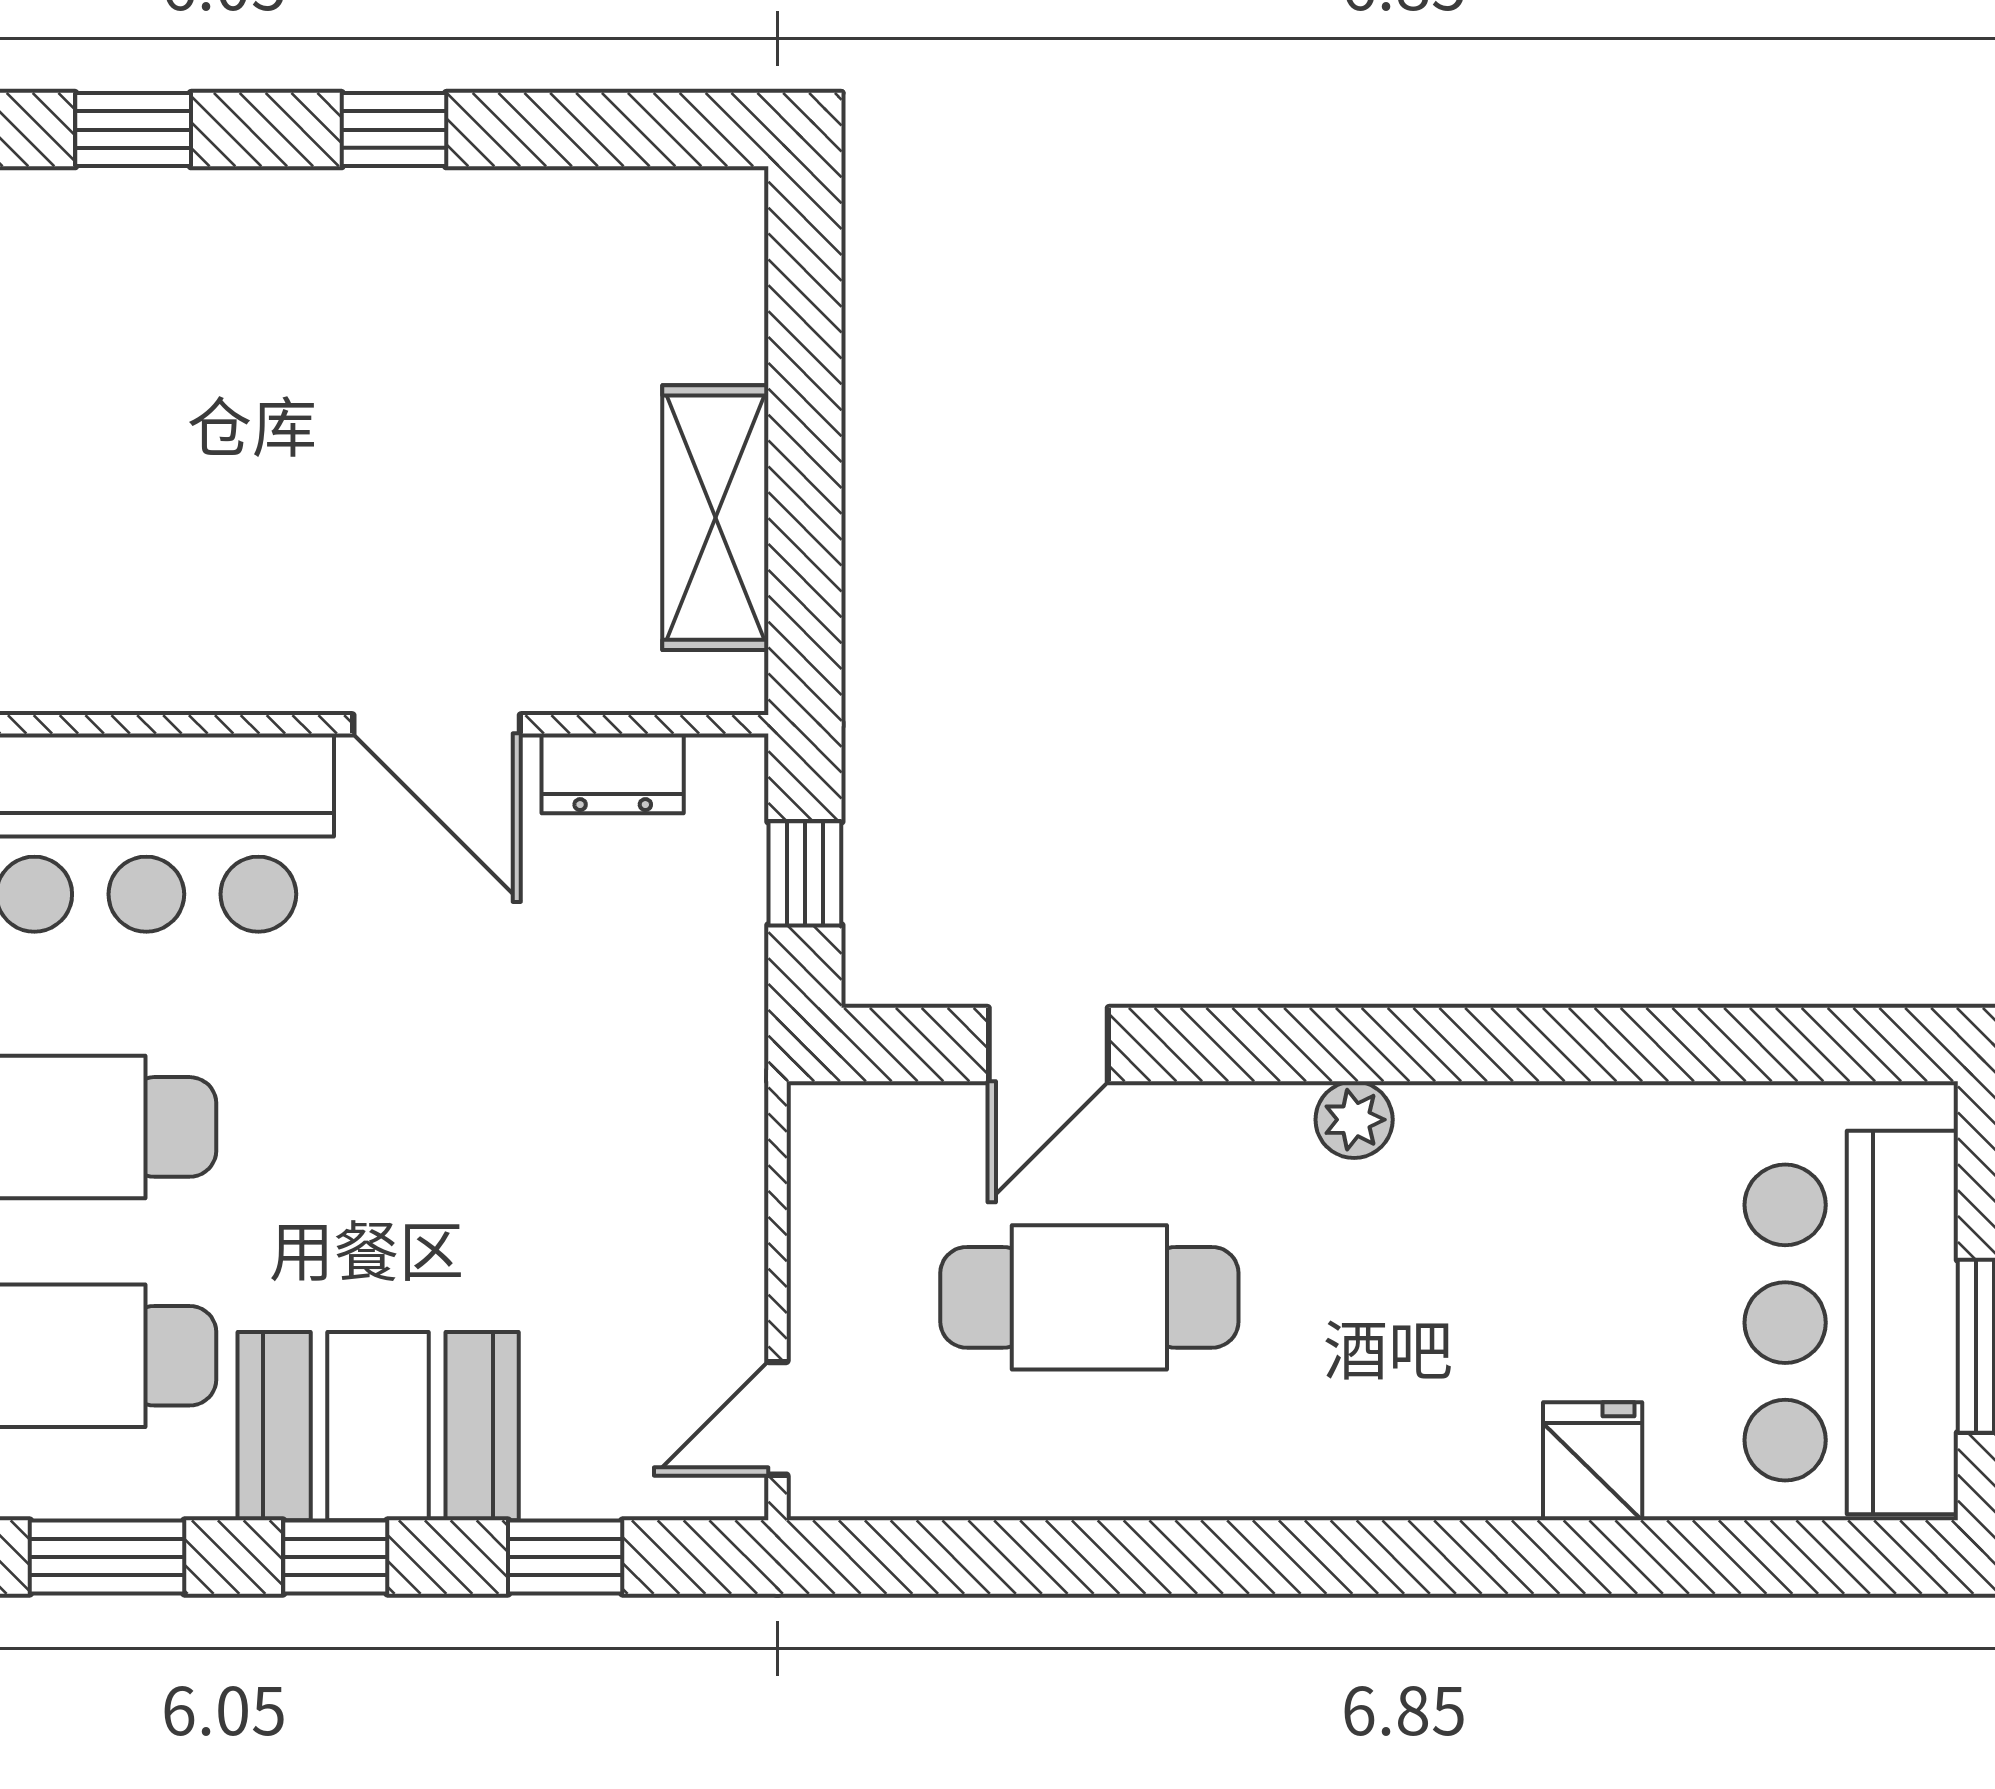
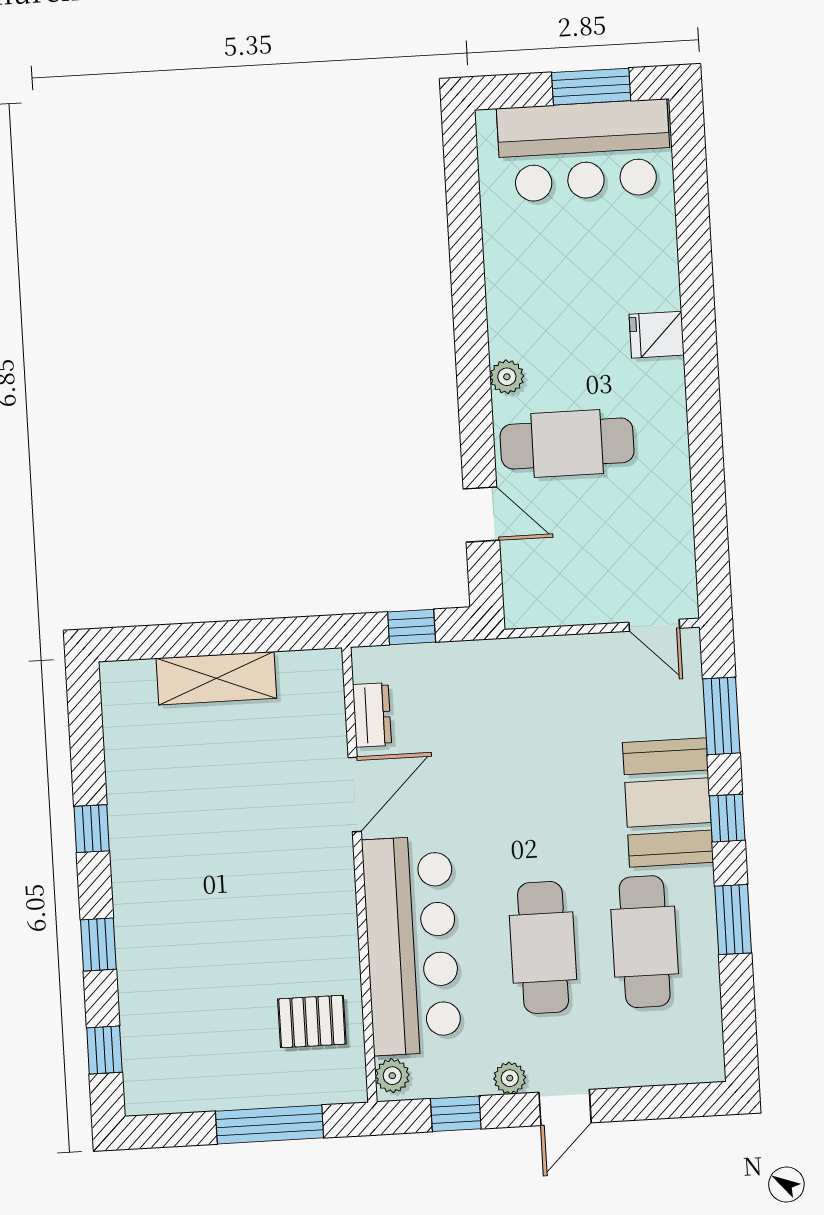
shelving: (715, 518) -> (216, 678), moved
cafe table: (1089, 1297) -> (567, 443), moved, turned 90
fridge: (1593, 1461) -> (657, 335), moved
window: (565, 1557) -> (721, 716), width x1.50

